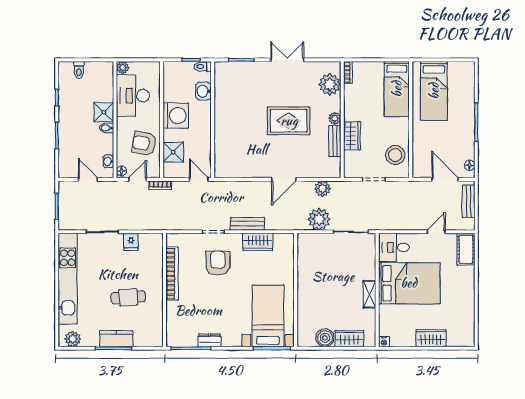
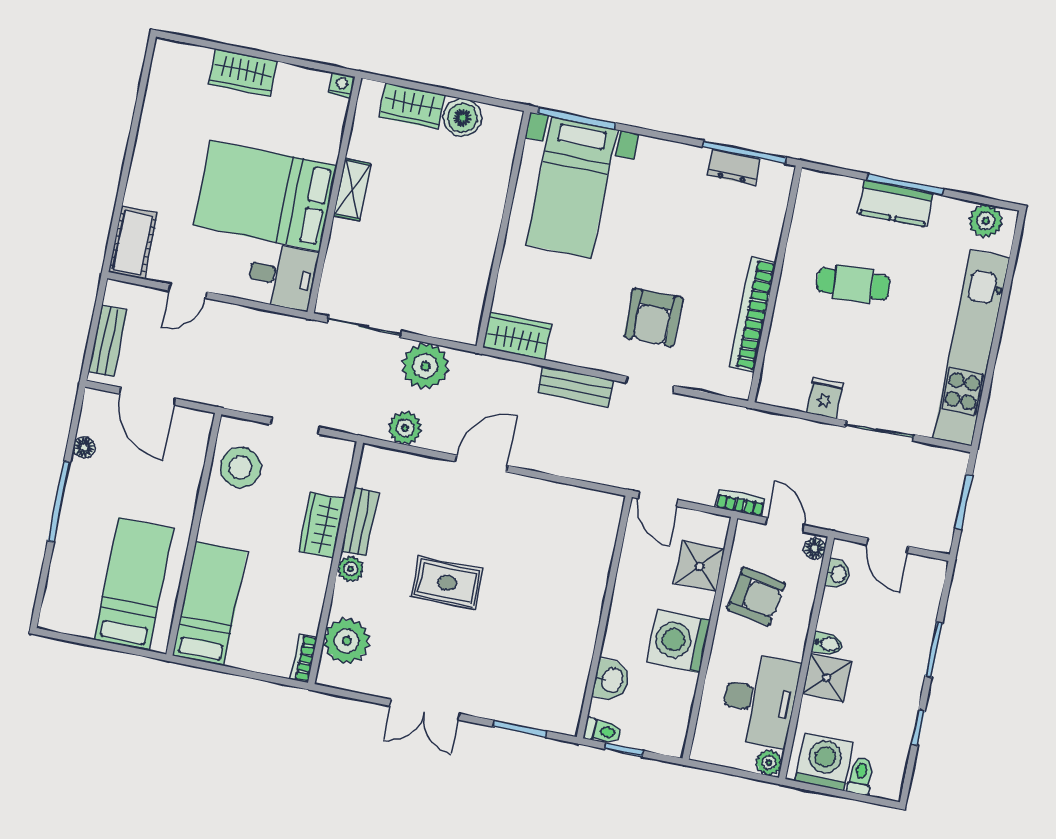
washing machine: (97, 73) -> (824, 762), added
rug: (289, 121) -> (447, 583), width x0.73, depth x0.70
floor lamp: (470, 165) -> (84, 447), moved
door: (137, 179) -> (785, 525), swing flipped
wardrobe: (258, 242) -> (517, 336), moved
dresser: (209, 340) -> (734, 167), moved

